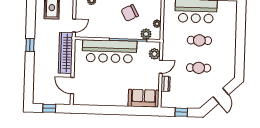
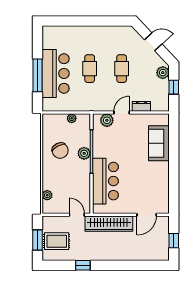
plant: (146, 34) -> (84, 153), moved
window: (30, 45) -> (83, 265), moved
bar counter: (109, 51) -> (105, 181), width x0.73
door: (161, 67) -> (122, 113), hinge flipped
sofa: (144, 98) -> (159, 143), moved
plant: (194, 103) -> (163, 73), added

